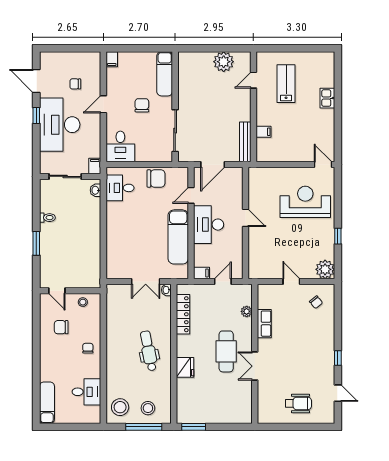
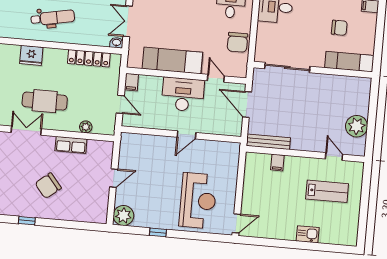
chair: (142, 105) -> (339, 28), moved
chair: (316, 302) -> (48, 186), moved, width x1.87, depth x1.87

